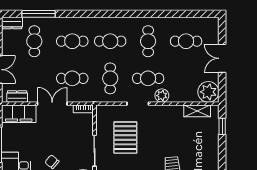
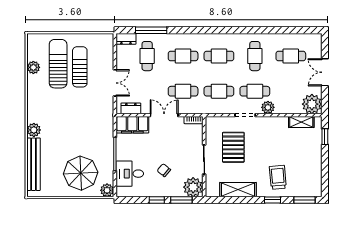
cafe table: (110, 78) -> (219, 91), turned 90

